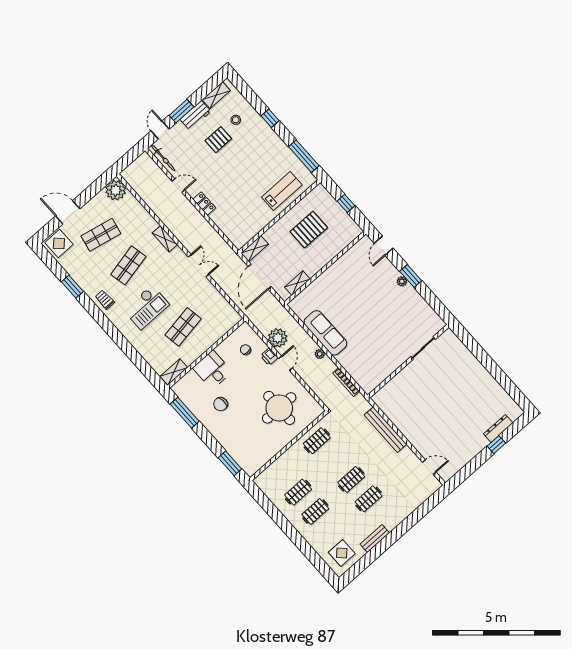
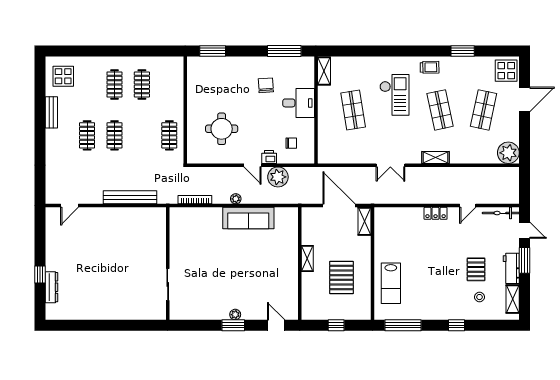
shelving: (297, 283) -> (307, 259), moved
checkout: (146, 307) -> (394, 95), turned 180
round table: (279, 408) -> (222, 129), width x0.73, depth x0.73

